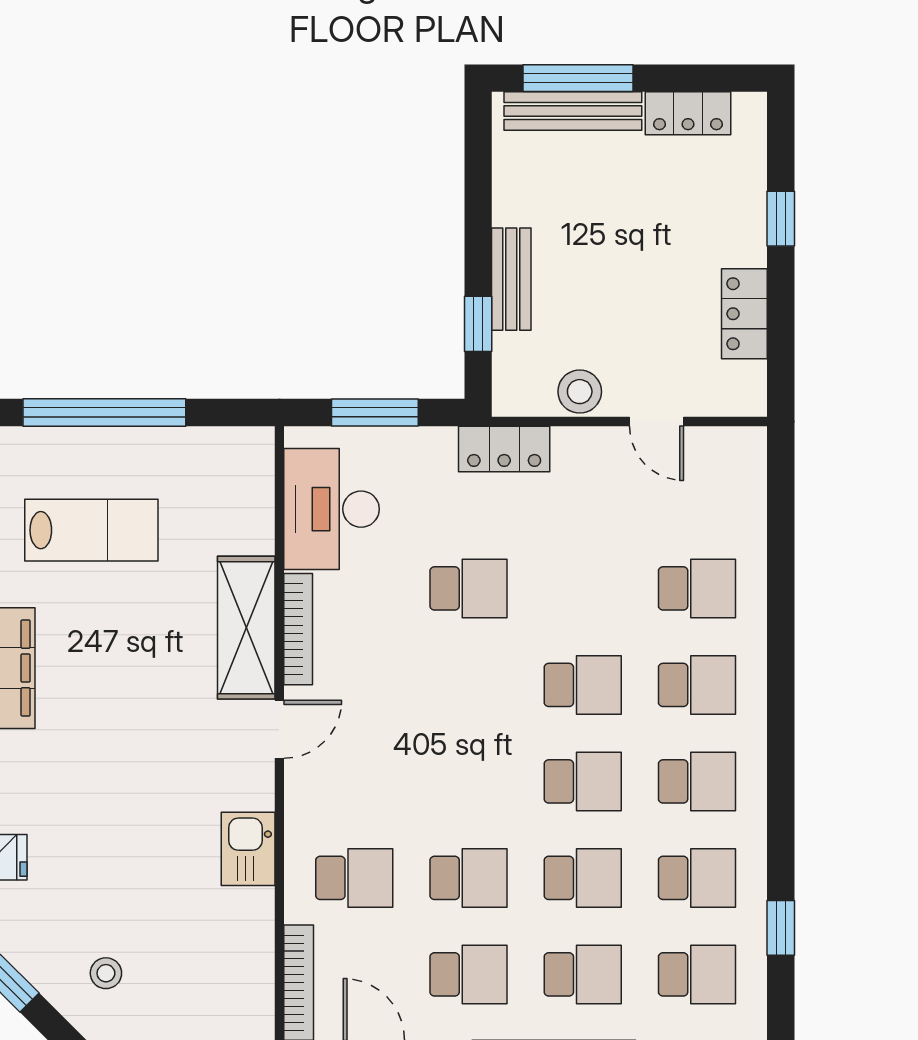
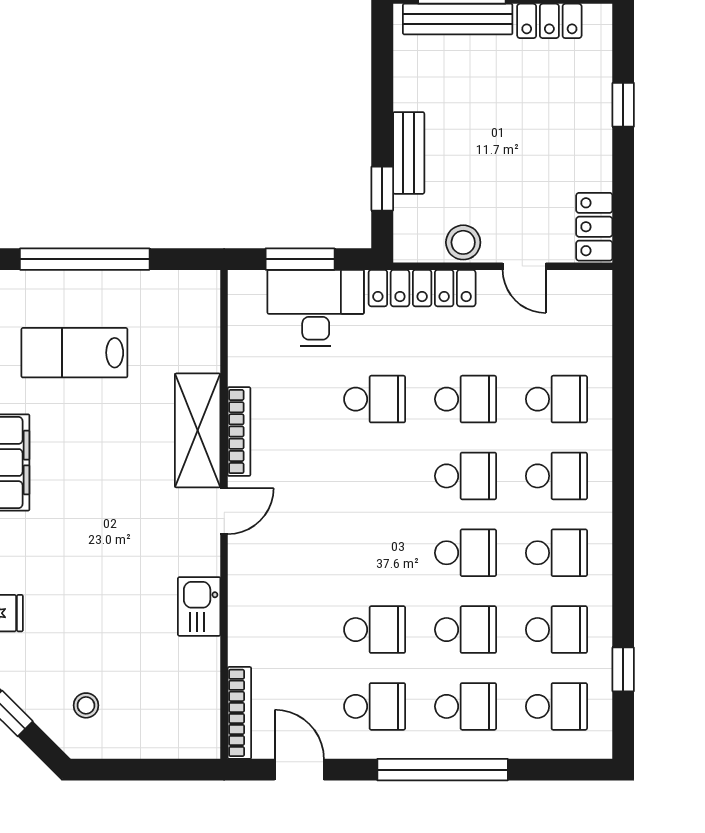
locker: (744, 314) -> (594, 227), moved
locker: (504, 449) -> (422, 288), width x1.53
desk: (332, 509) -> (316, 308), moved, turned 90
lab bench: (91, 530) -> (74, 353), turned 180
school desk: (354, 878) -> (466, 399), moved

